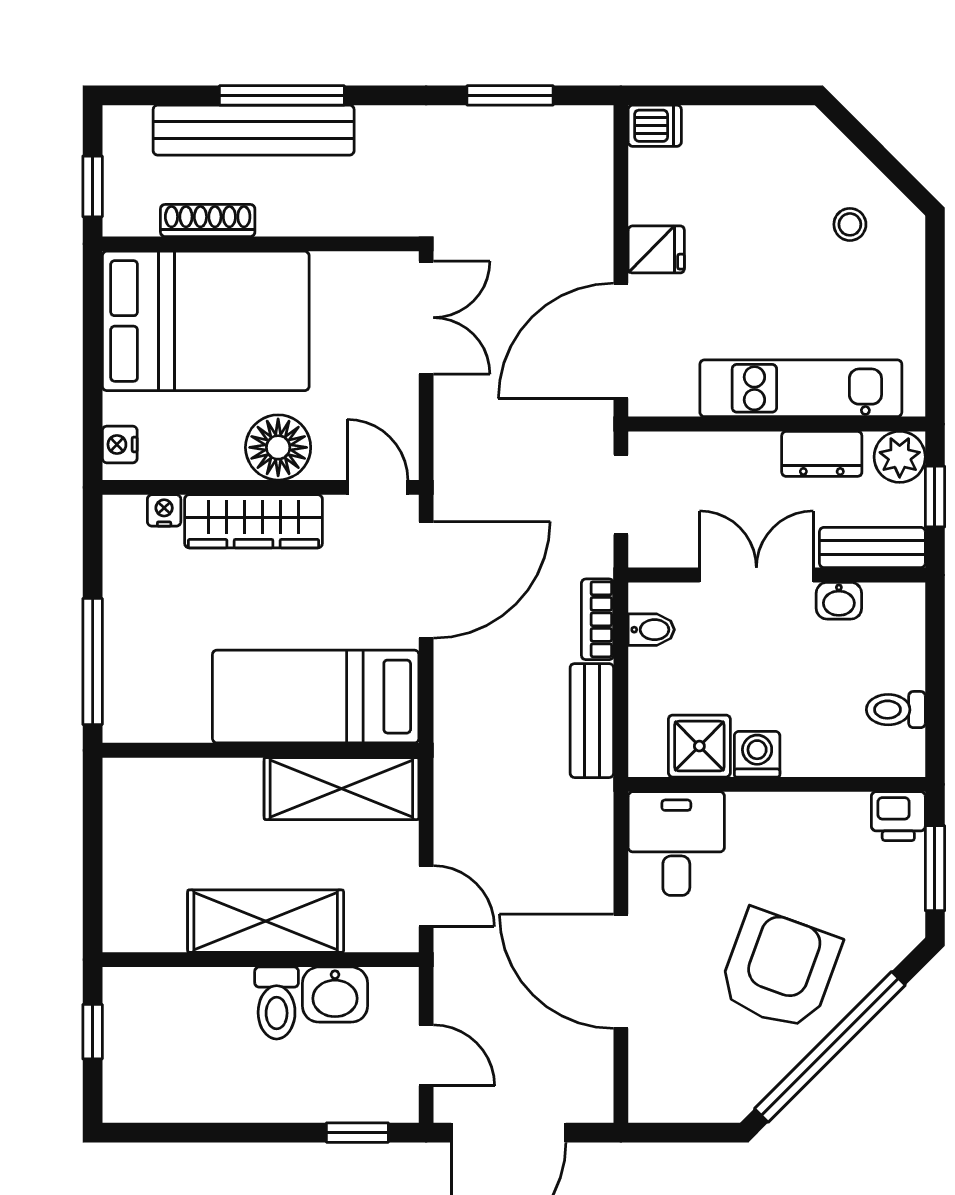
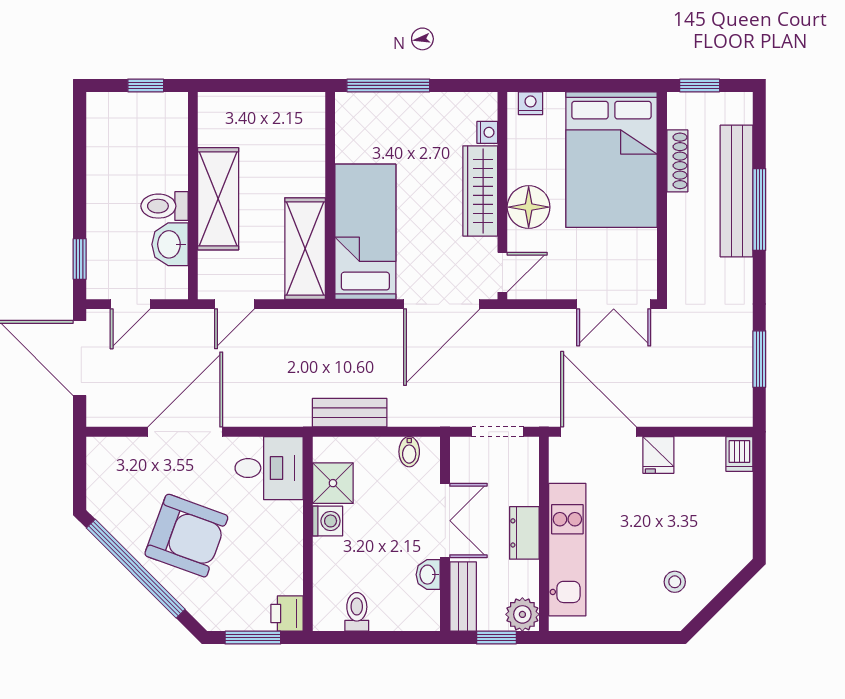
dresser: (822, 454) -> (524, 533), moved
door: (426, 580) -> (442, 304), hinge flipped
bookcase: (597, 619) -> (416, 416), removed

